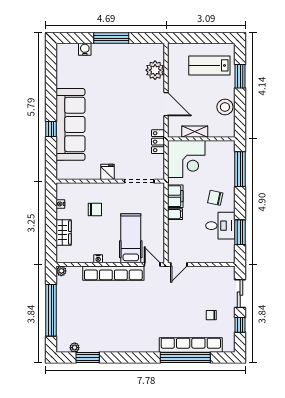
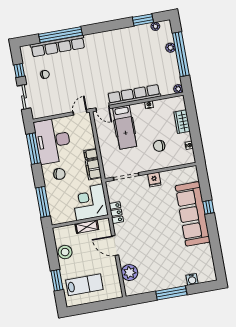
desk: (220, 226) -> (53, 141), width x1.87, depth x1.30
window: (240, 232) -> (33, 149), width x1.44
plant: (62, 320) -> (170, 48), added

